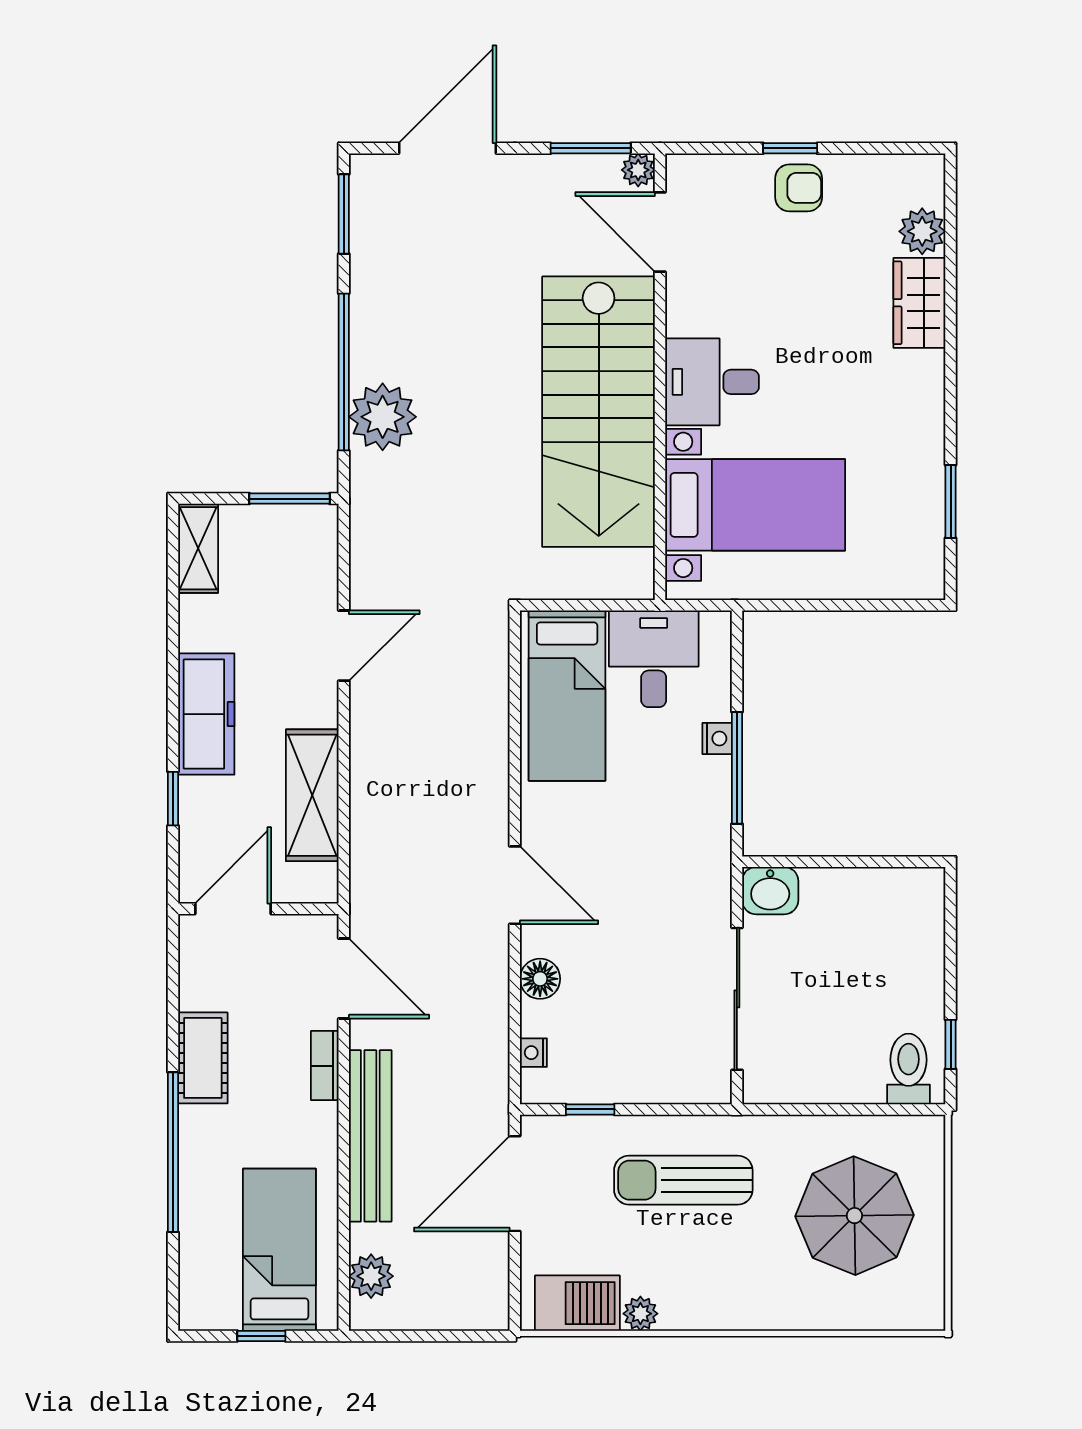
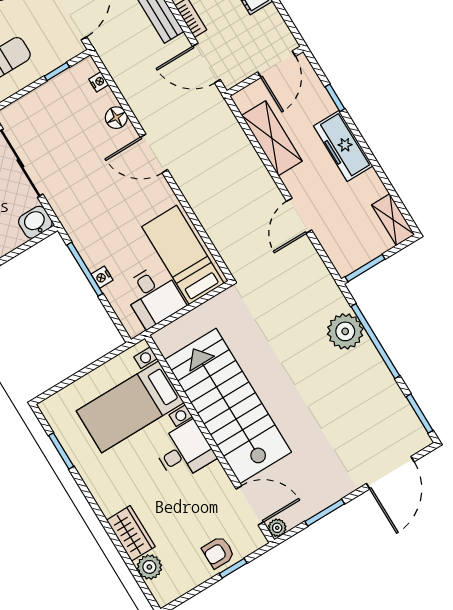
plant: (638, 170) -> (277, 528), moved
door: (660, 232) -> (250, 505), moved
wall: (660, 377) -> (210, 439), moved
desk: (712, 382) -> (184, 451), moved
stairs: (599, 412) -> (228, 406), moved
bed with nightstands: (755, 505) -> (130, 407), moved

